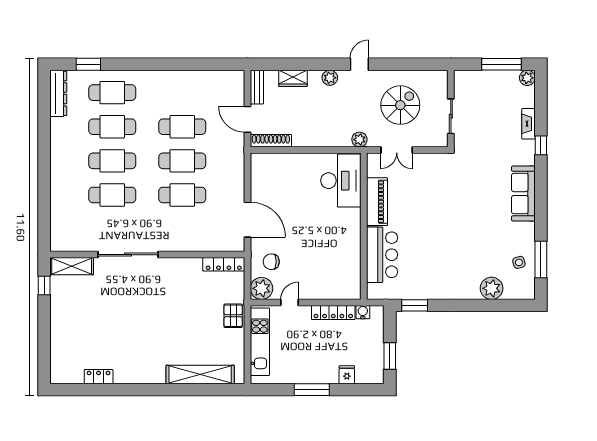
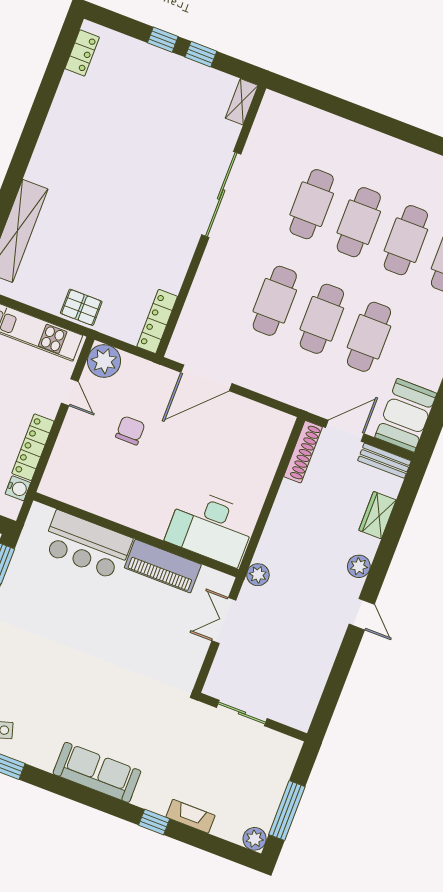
booth: (223, 85) -> (406, 415), added
spiral stairs: (400, 105) -> (284, 649), removed
chair: (271, 262) -> (130, 430), moved
shelving: (72, 266) -> (242, 102), width x0.67, depth x0.75
window: (44, 285) -> (201, 54), moved
window: (44, 329) -> (163, 40), added
locker: (99, 377) -> (82, 53), moved

